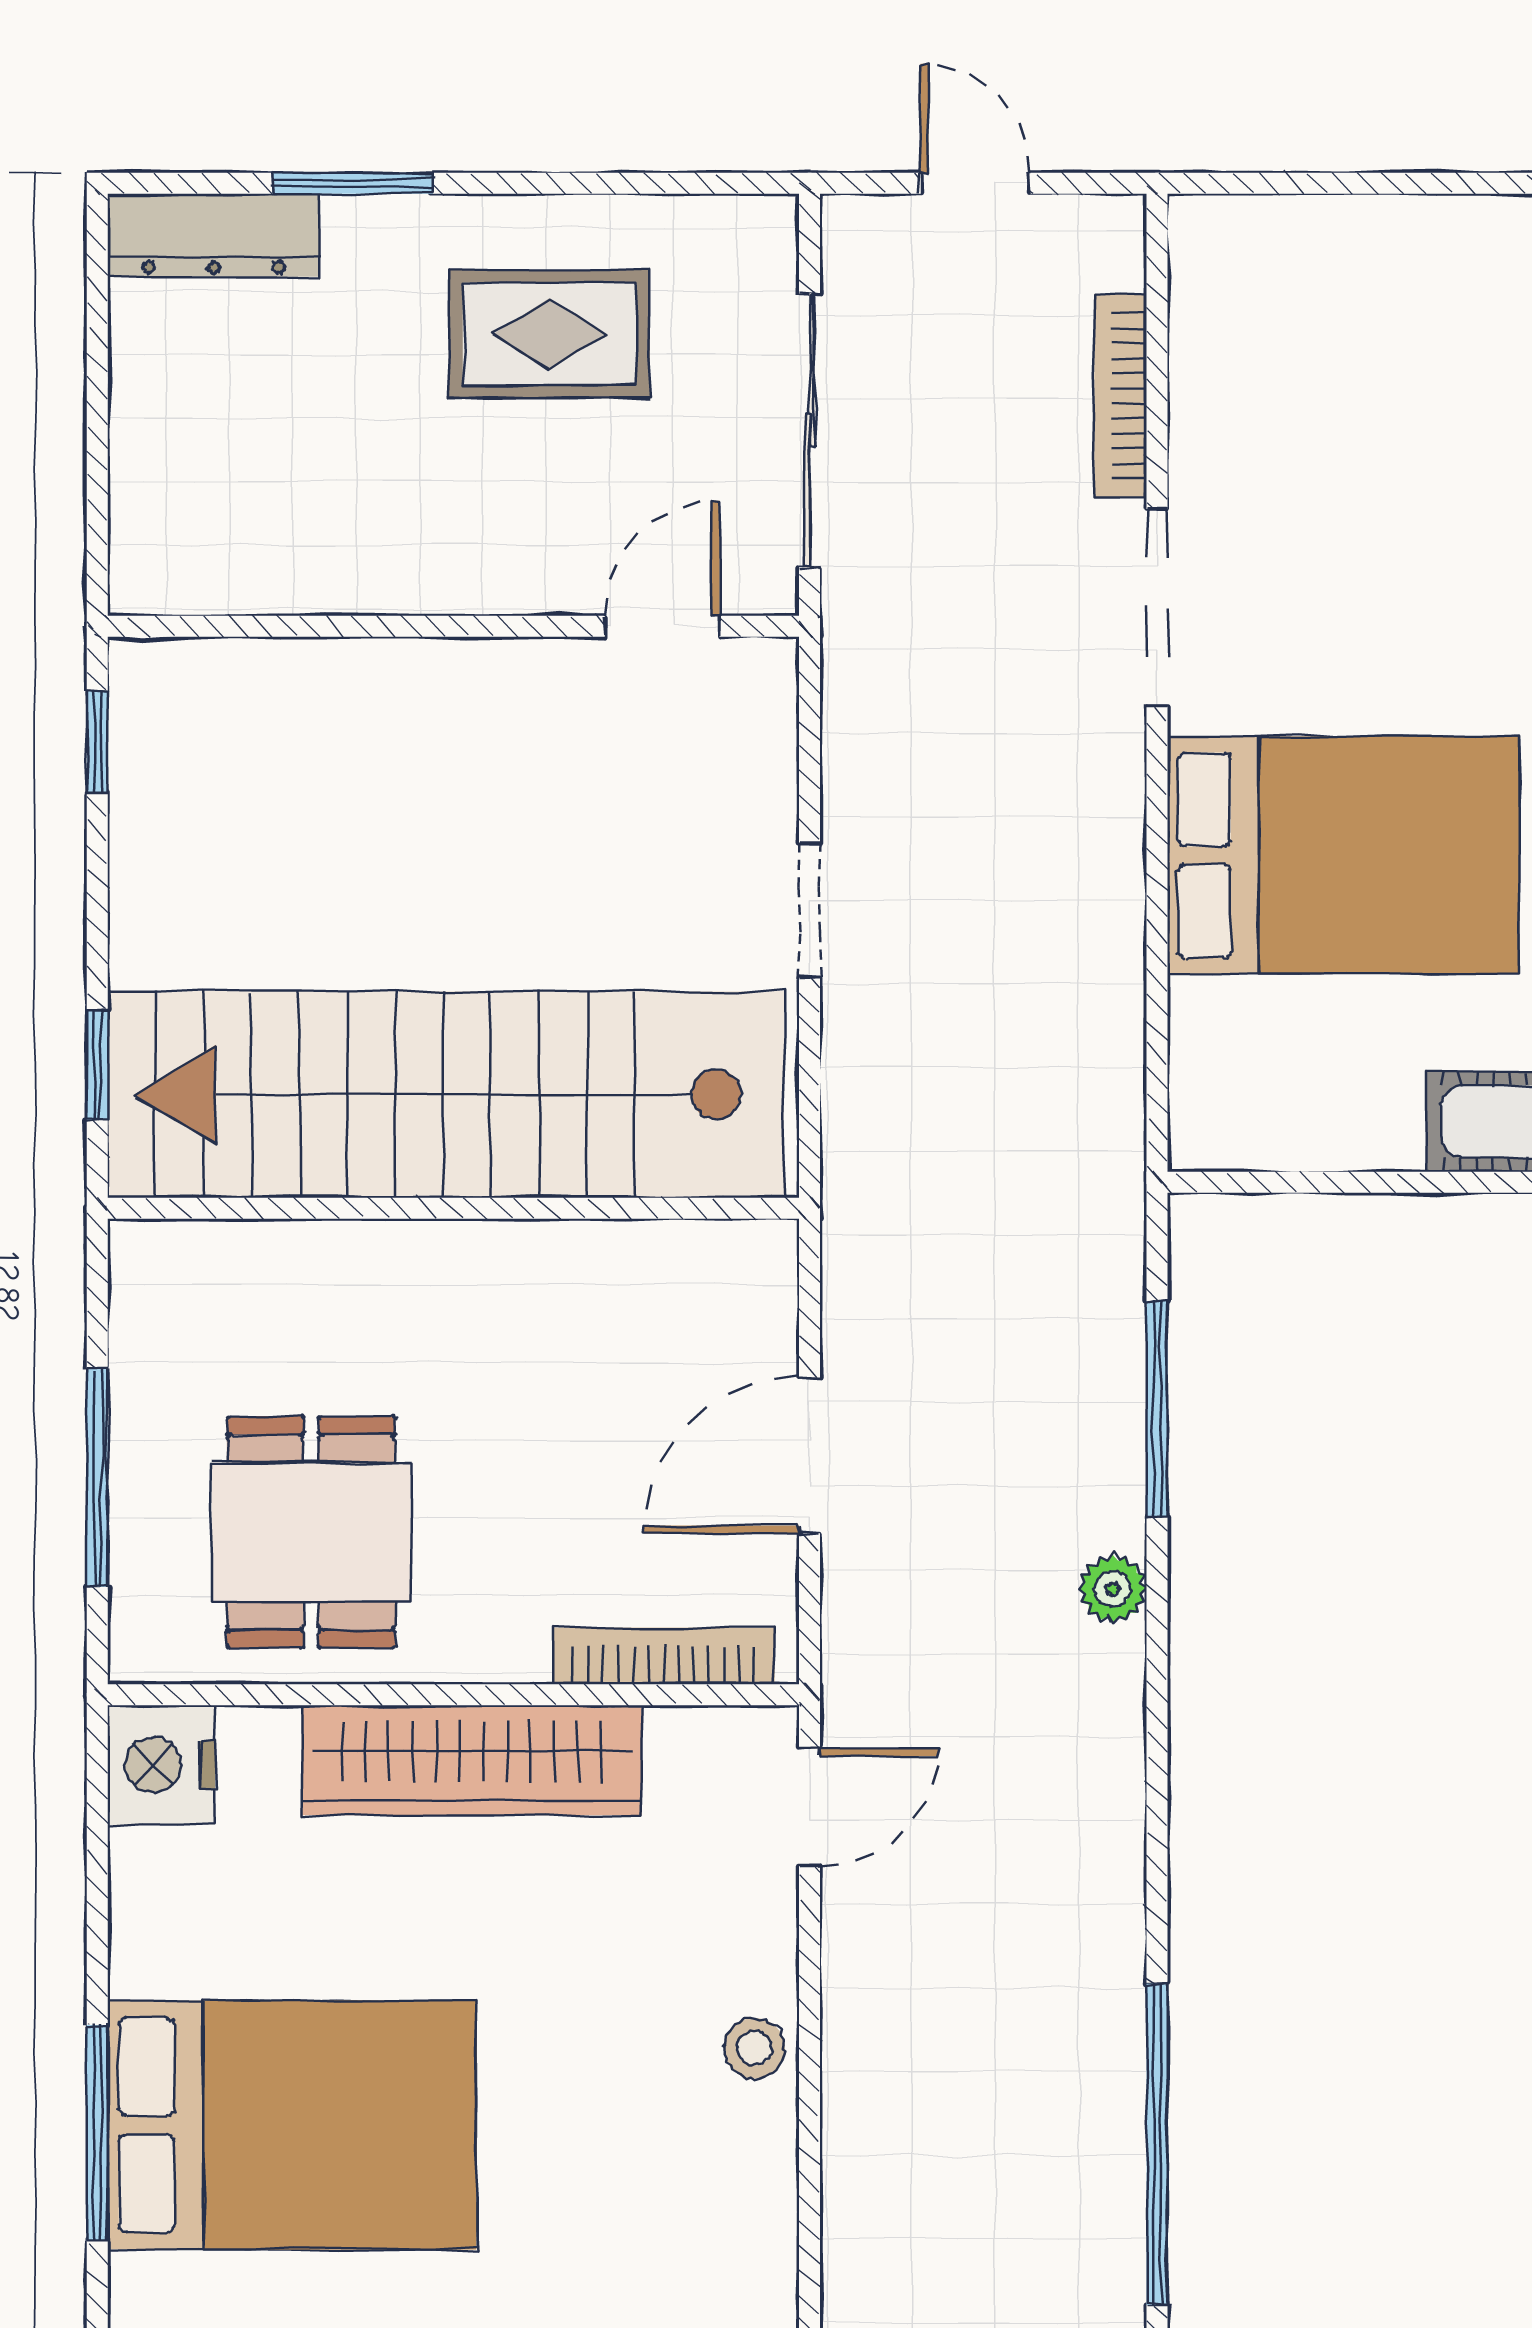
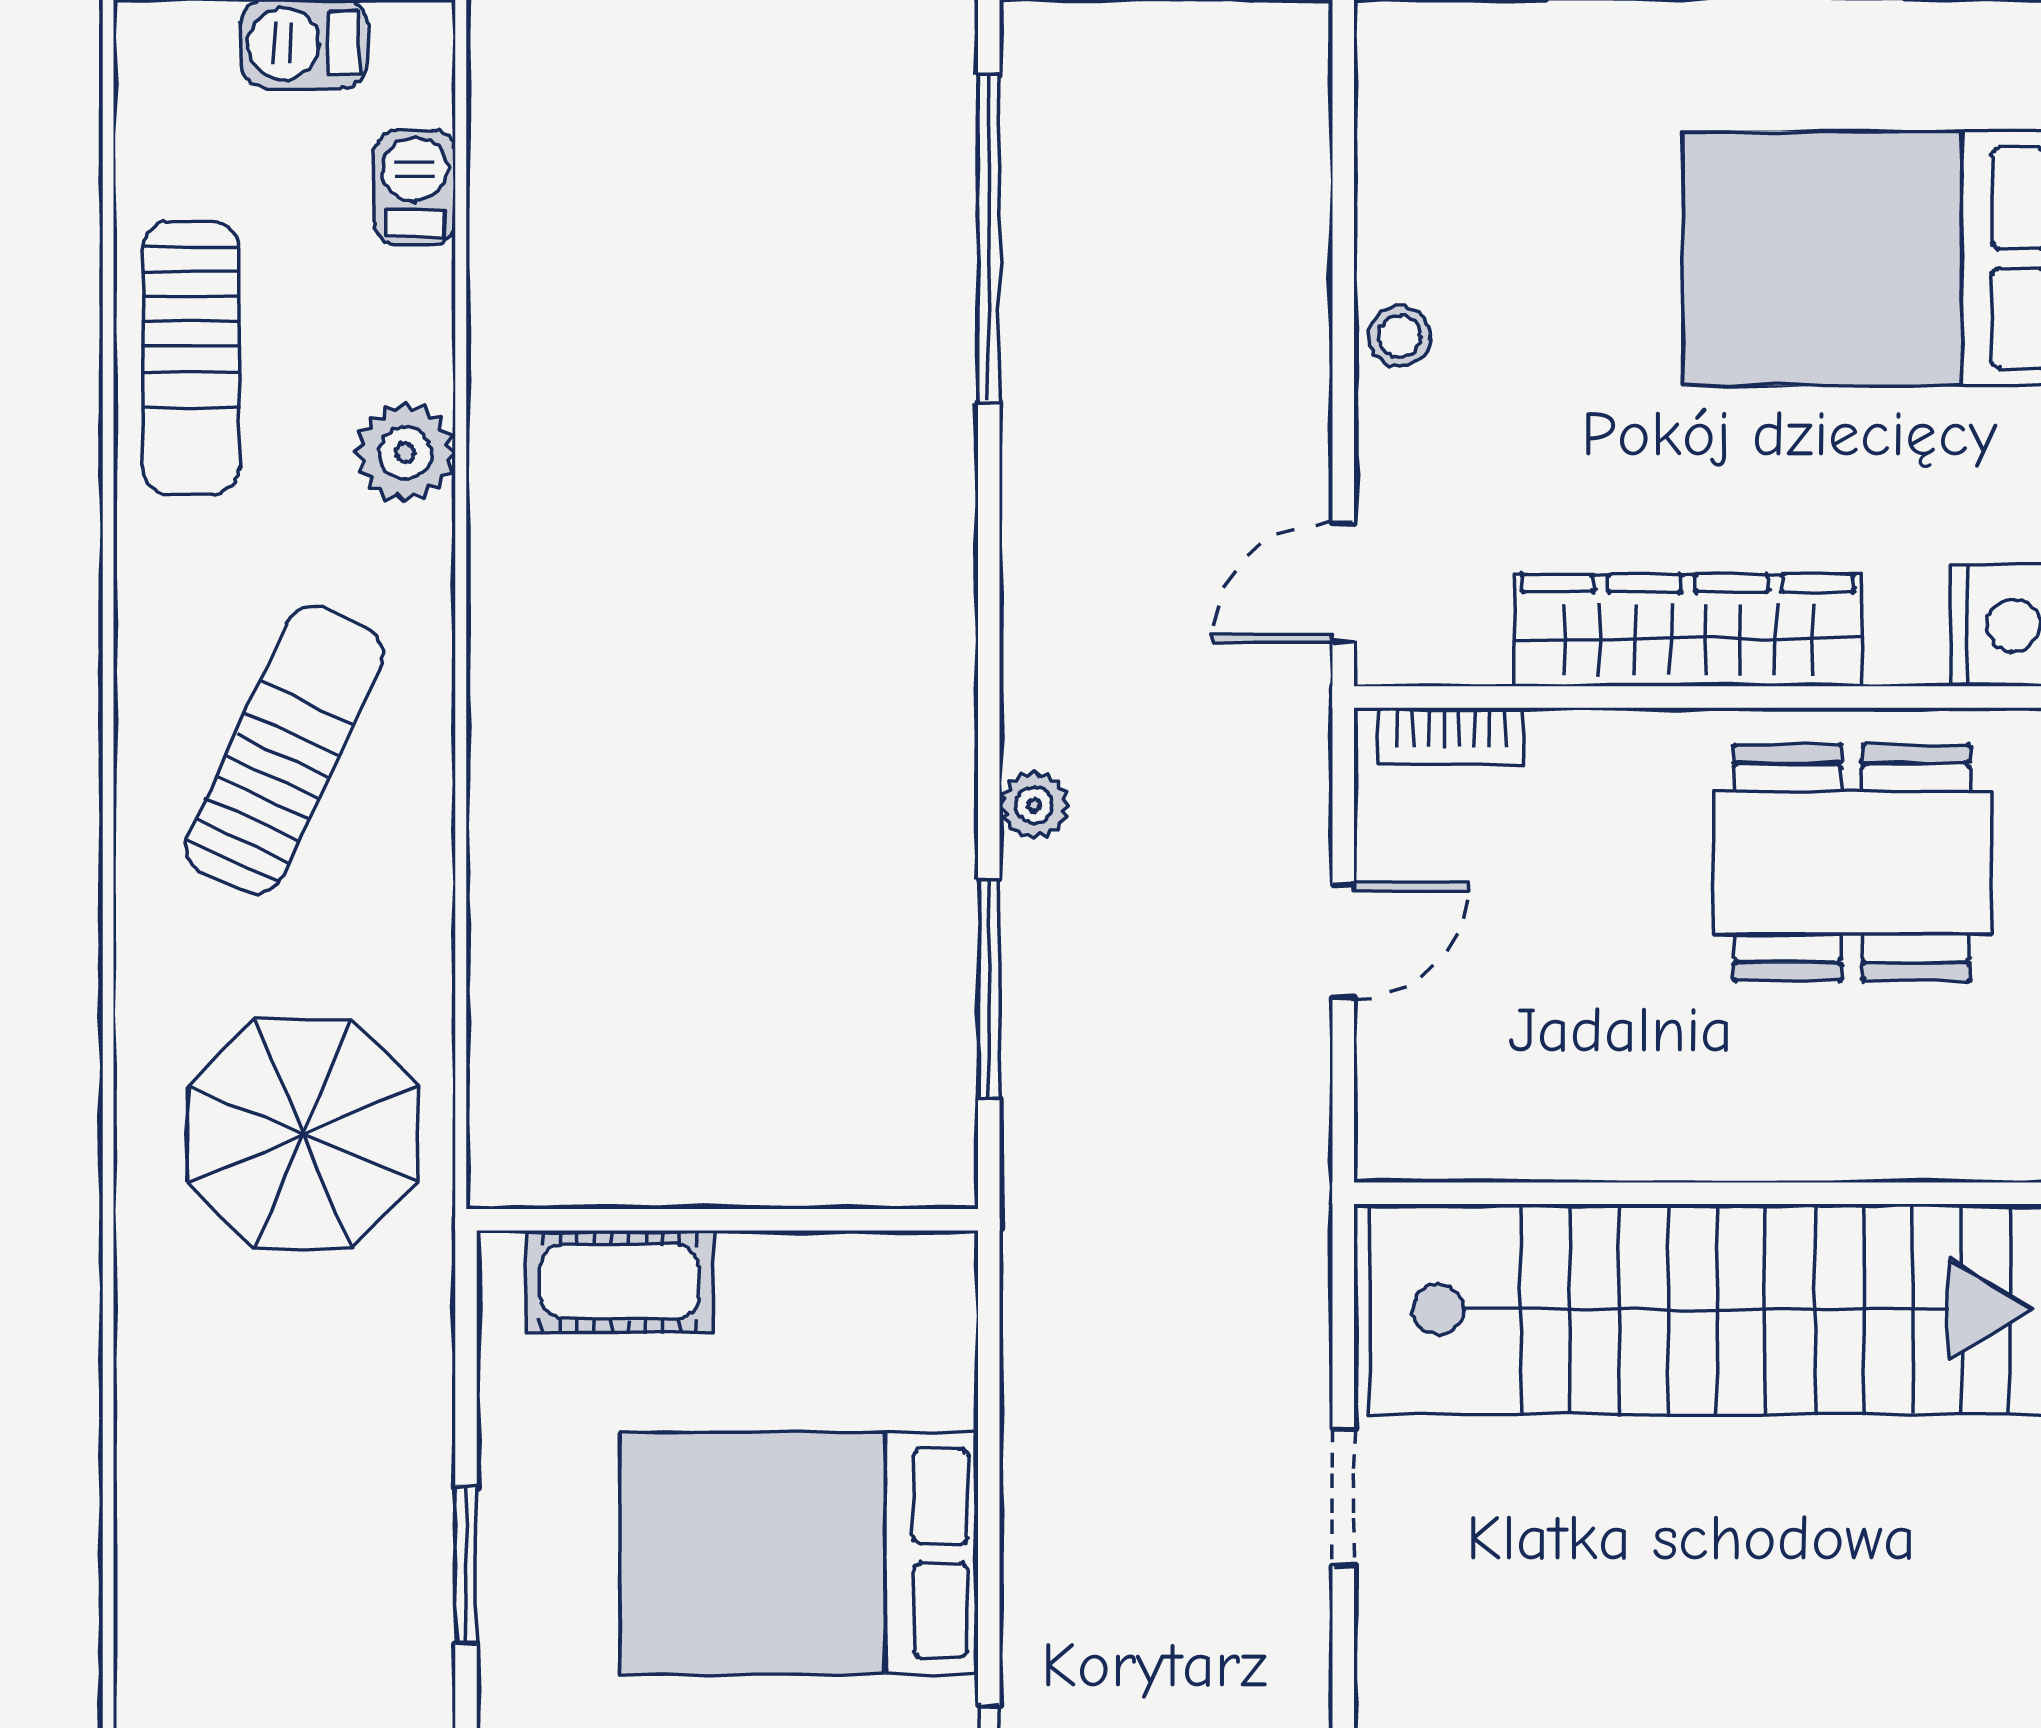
door: (810, 1456) -> (1343, 941), width x0.73
dining table: (311, 1532) -> (1852, 863), width x1.38
bookcase: (664, 1656) -> (1451, 737), width x0.64

